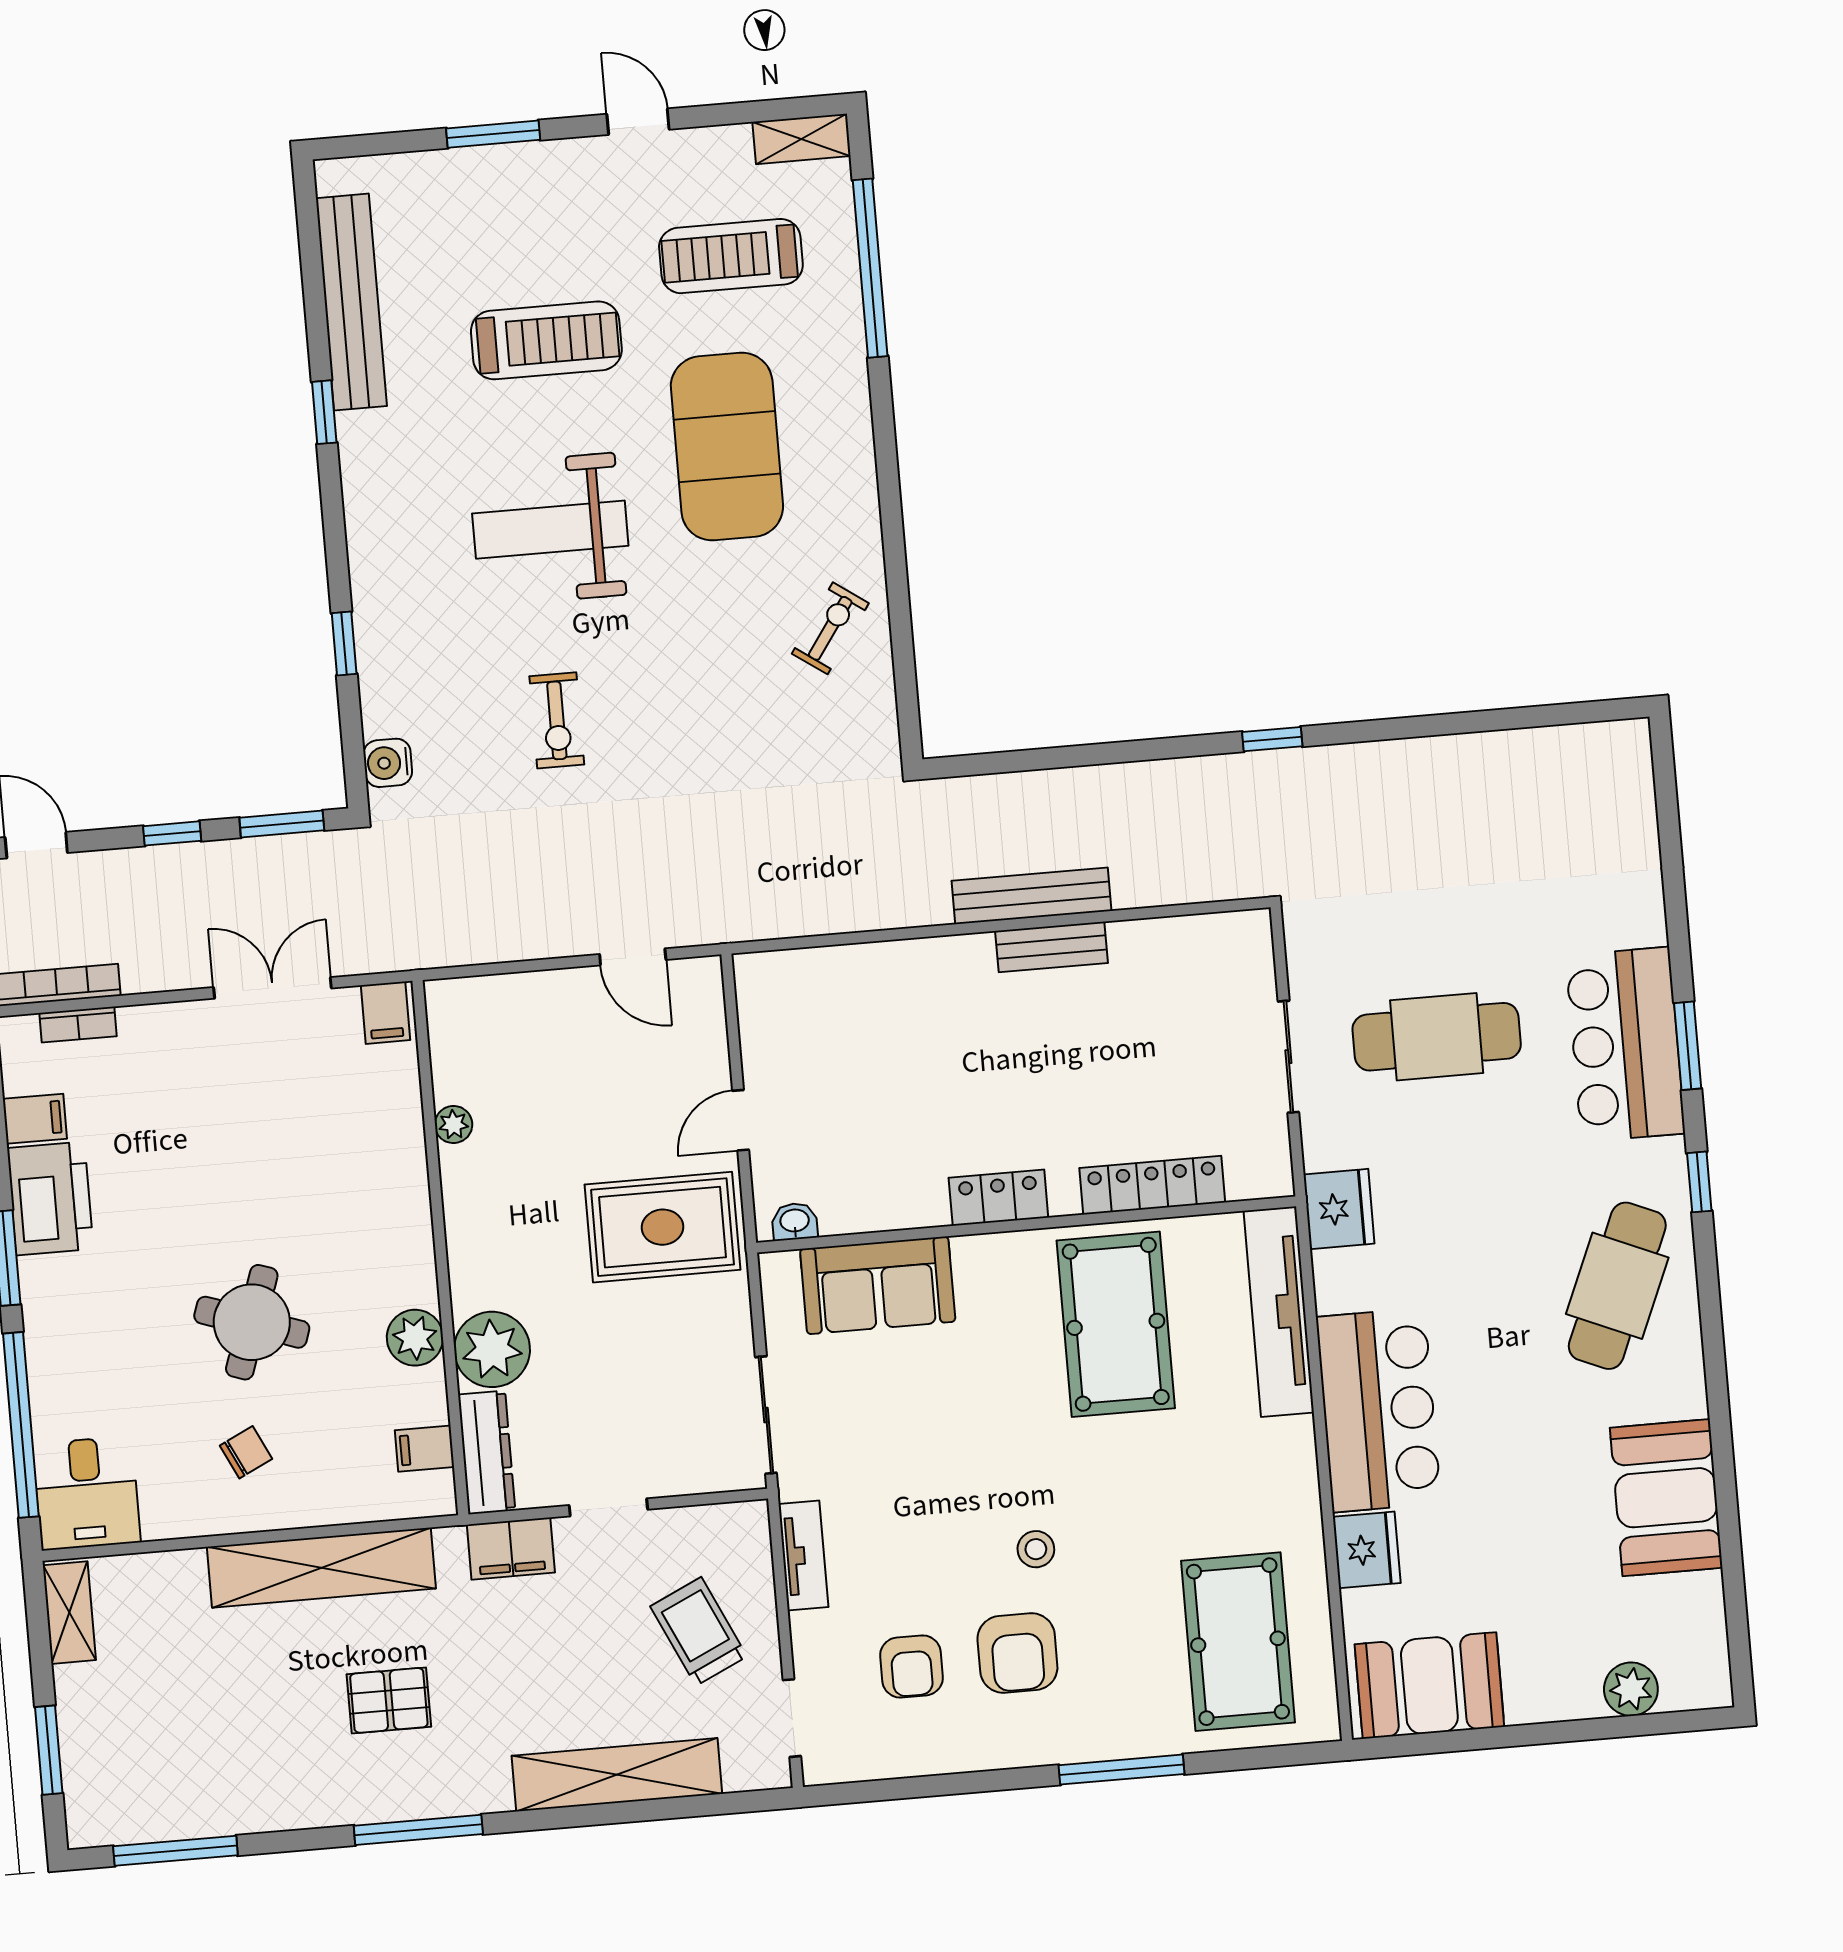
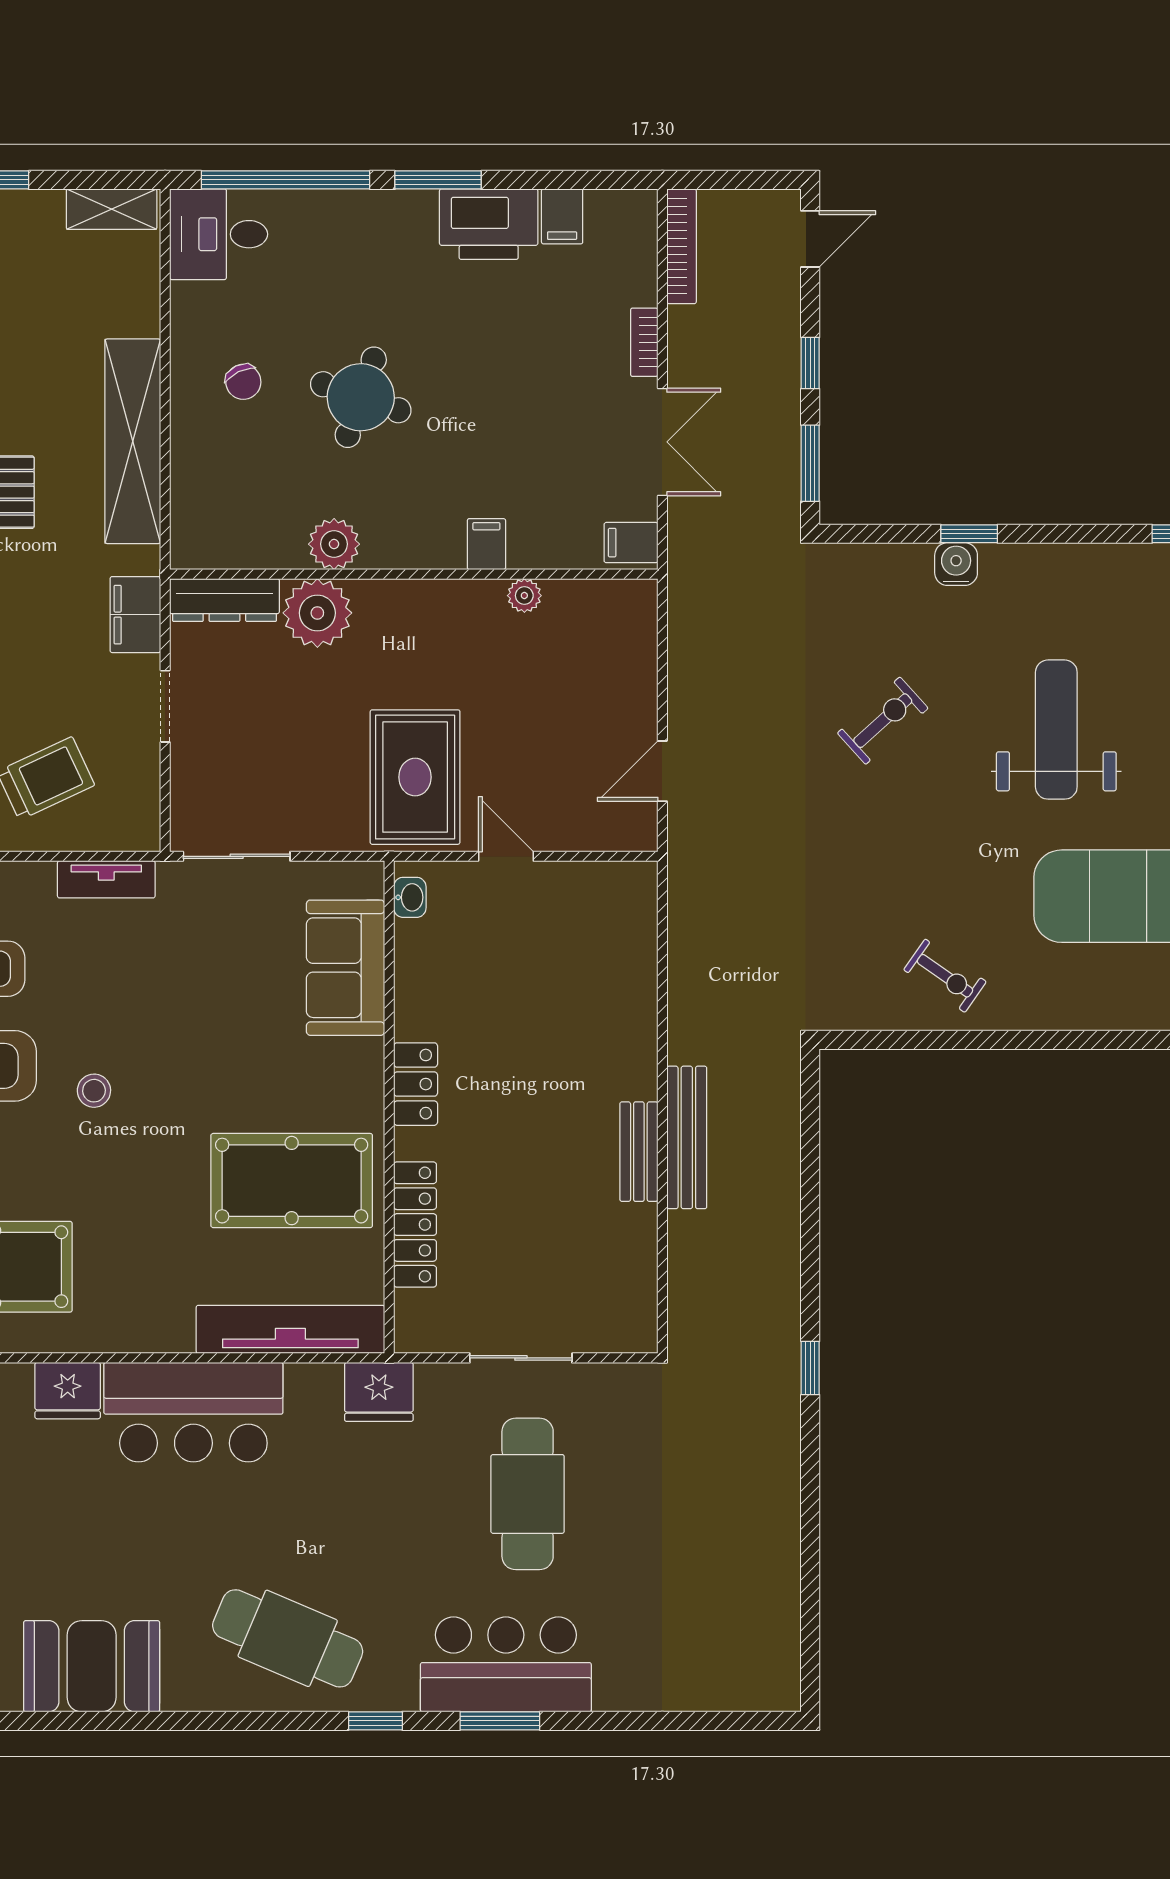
exercise bike: (557, 720) -> (883, 721), turned 138
water cooler: (388, 763) -> (956, 564), moved
bookcase: (78, 1025) -> (644, 342), moved
filing cabinet: (425, 1449) -> (486, 544), moved

